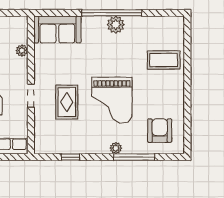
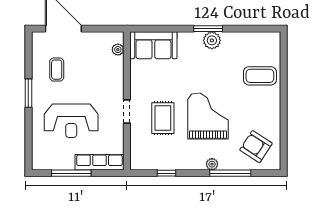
window: (112, 13) -> (208, 29), width x0.47
plant: (22, 51) -> (118, 50), moved
grand piano: (112, 100) -> (208, 116), turned 180
armchair: (160, 131) -> (256, 147), turned -57

